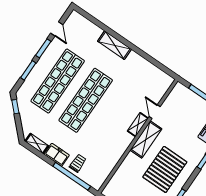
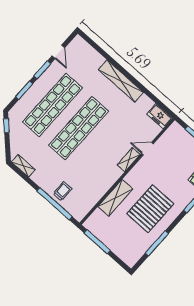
shelving: (115, 45) -> (121, 81), width x1.47
door: (155, 112) -> (147, 149), hinge flipped
shelving: (146, 139) -> (115, 198), moved
freezer: (57, 155) -> (160, 116), moved, turned 180

